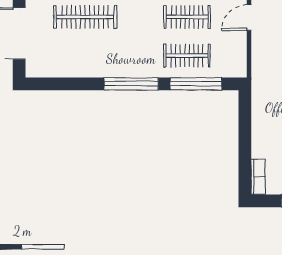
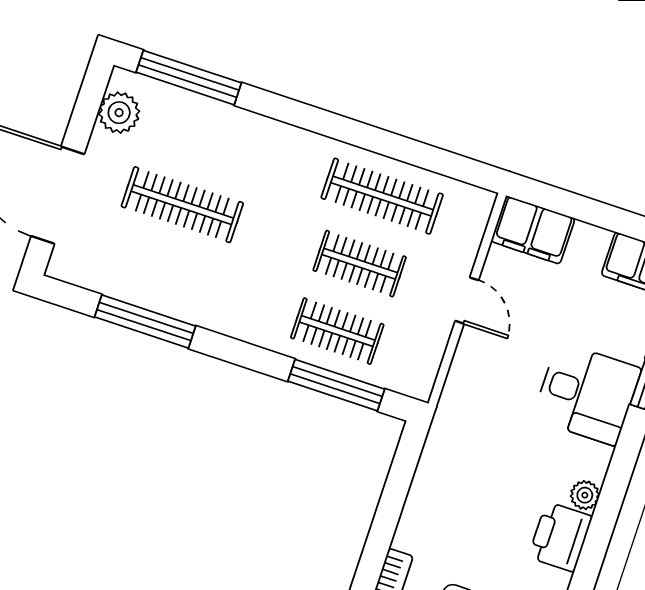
door: (249, 18) -> (467, 301), swing flipped
window: (131, 84) -> (145, 321), moved

